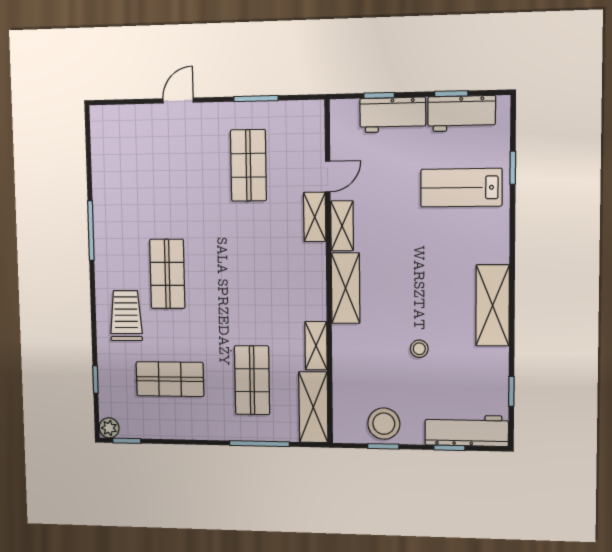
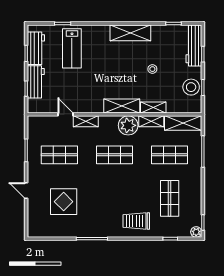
display table: (159, 175) -> (64, 202), added
shelving: (342, 226) -> (153, 108), moved
shop shelf: (167, 274) -> (114, 155), moved
plant: (308, 301) -> (128, 125), added

